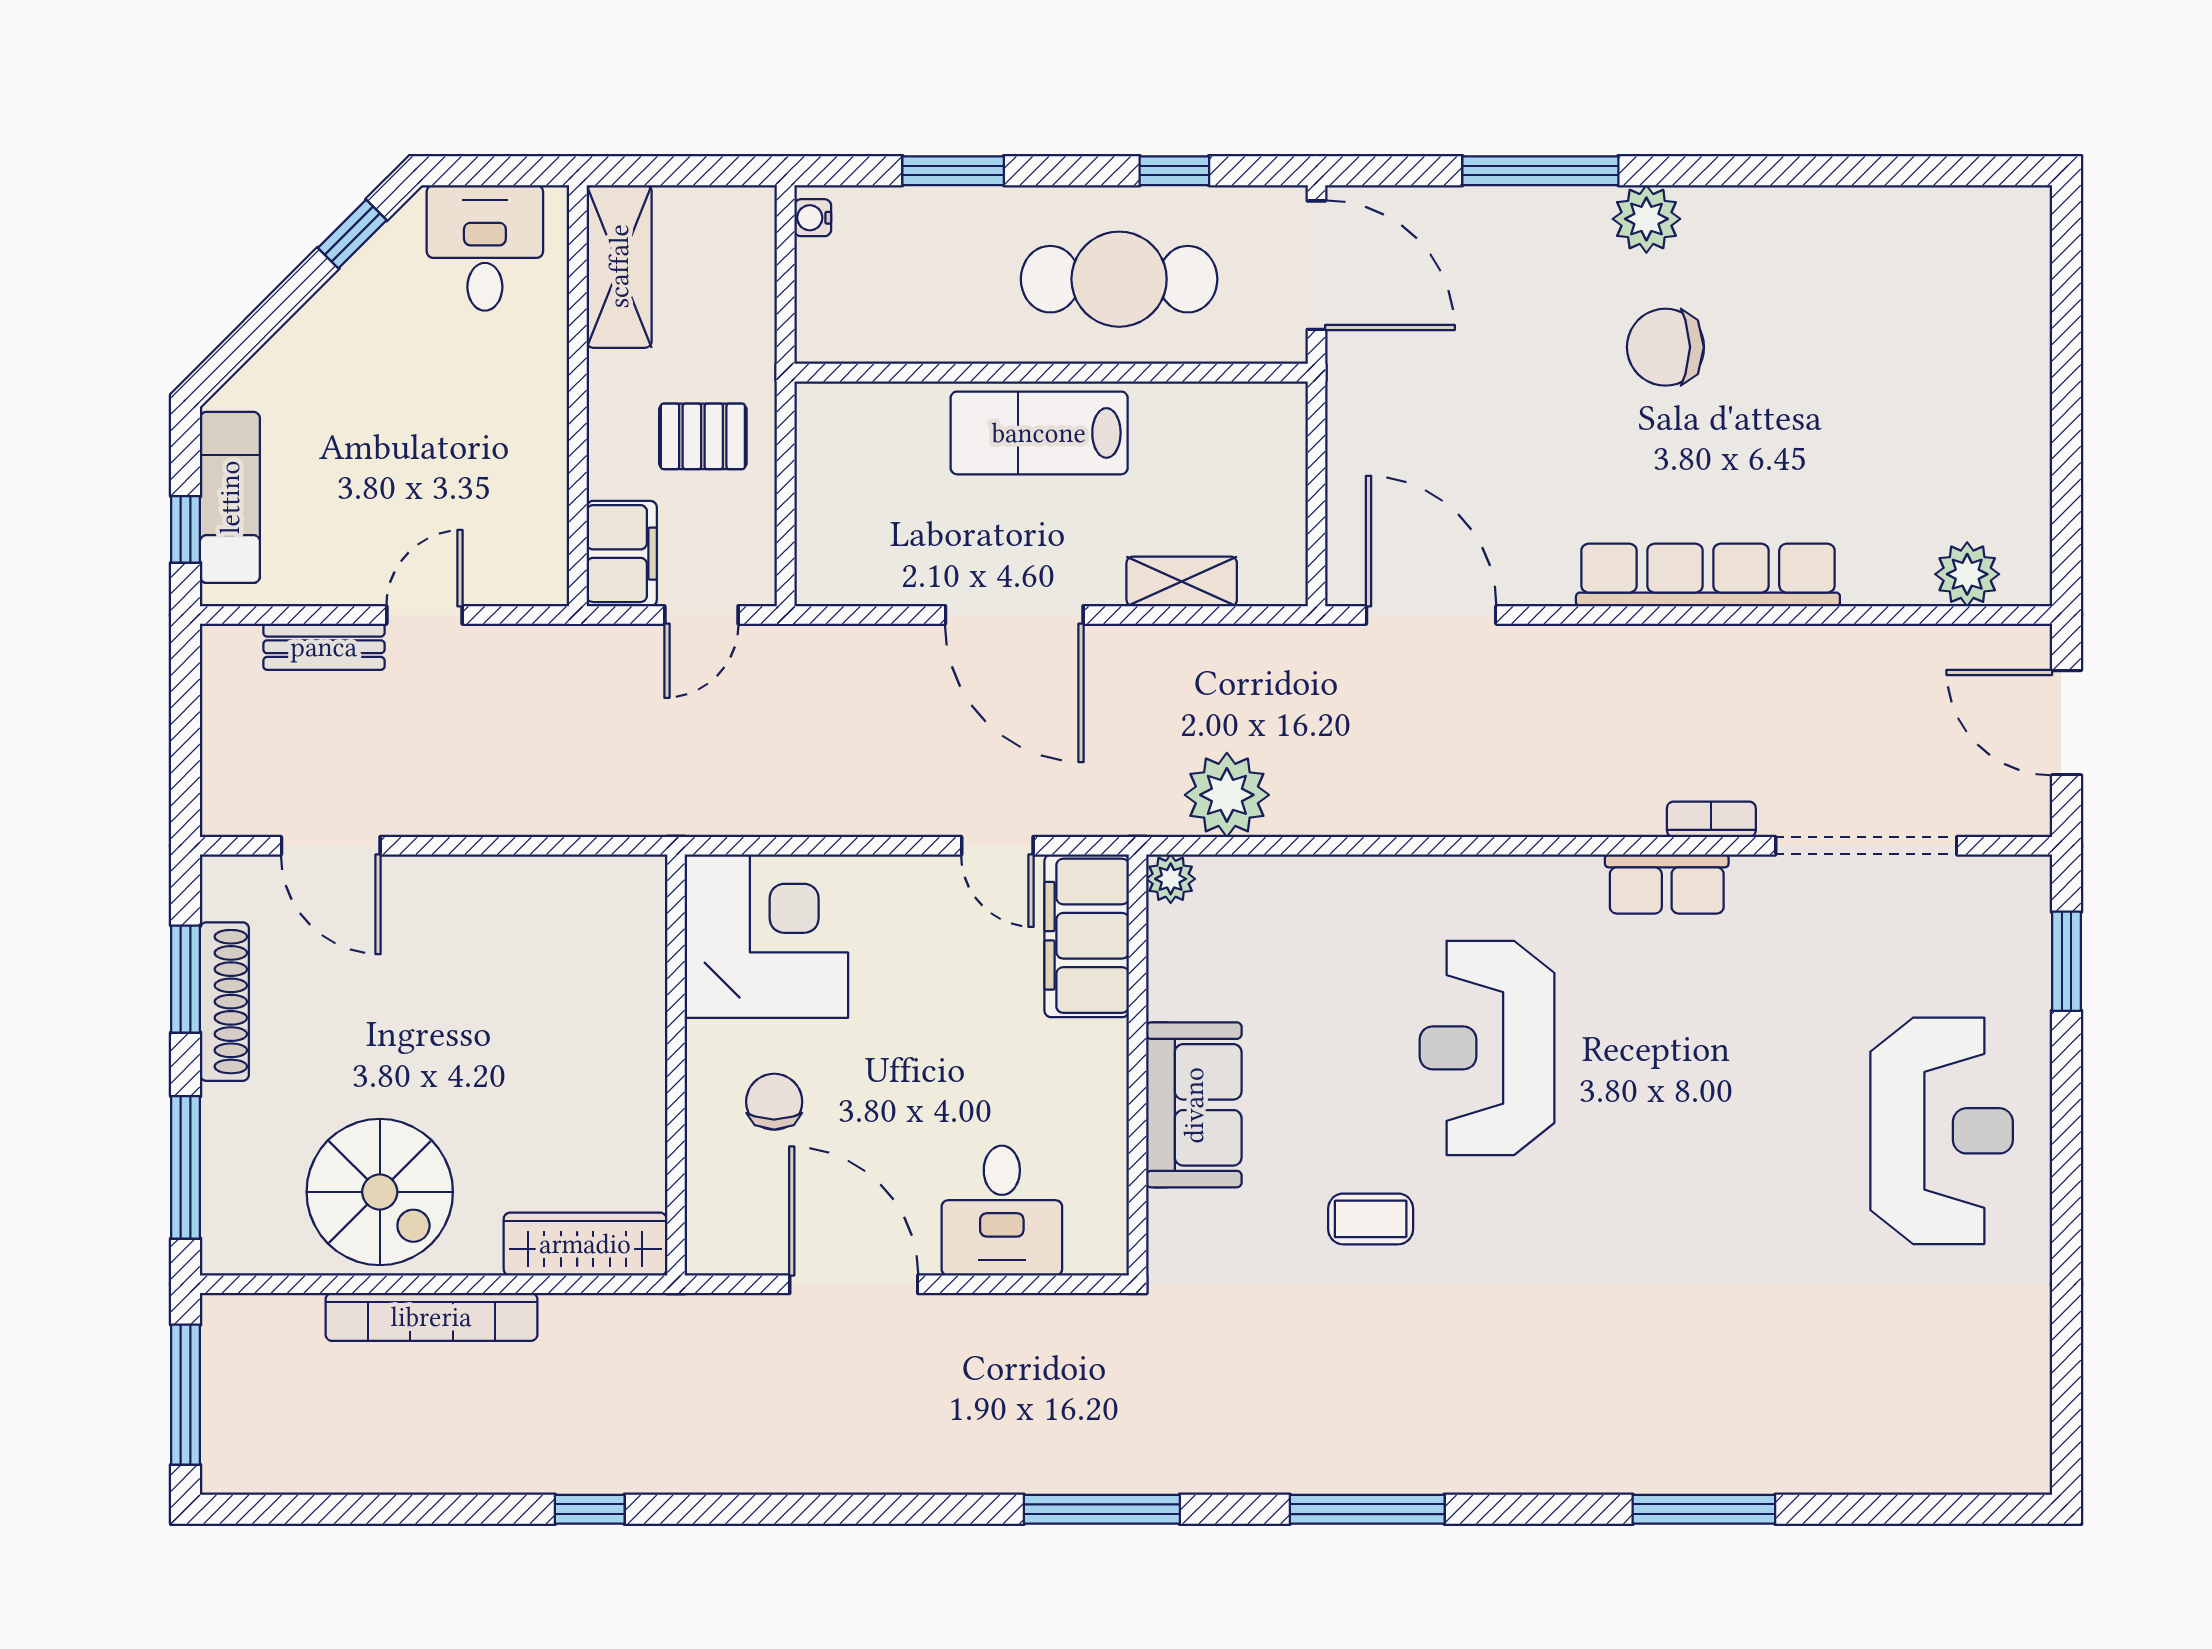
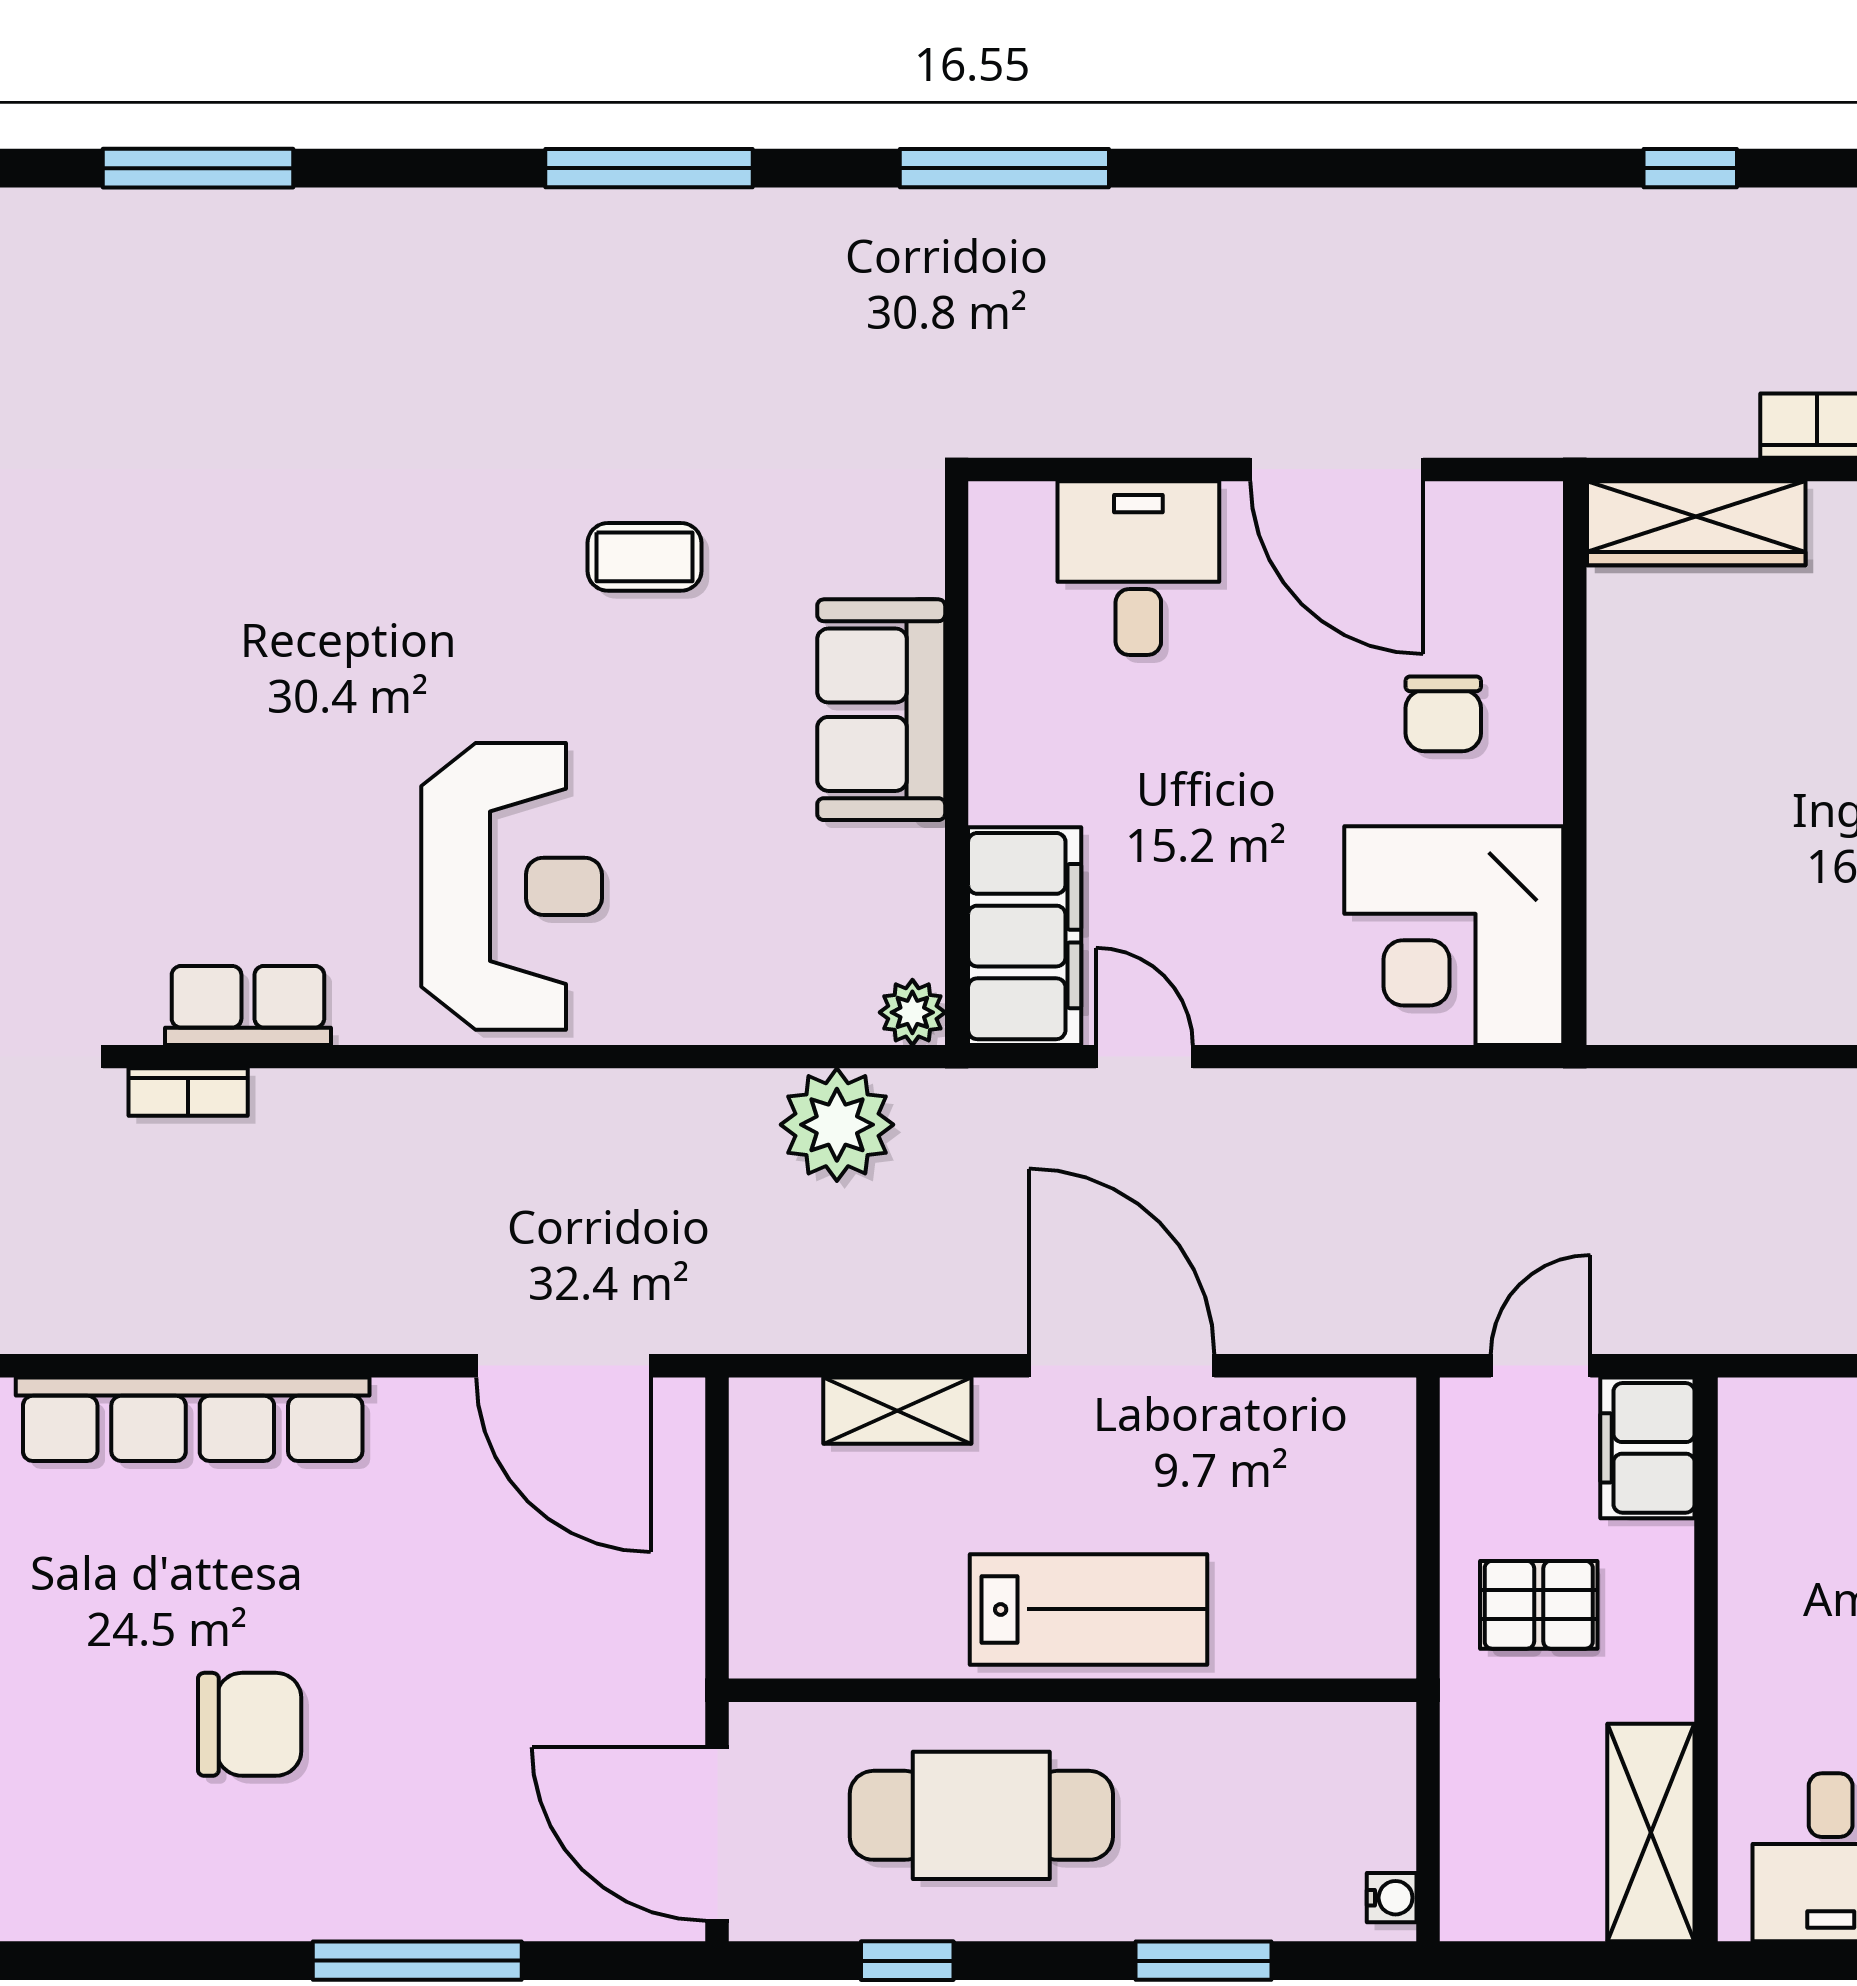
plant: (1646, 219) -> (275, 1896), removed
reception desk: (1487, 1048) -> (512, 886), moved

